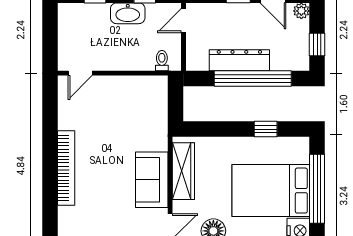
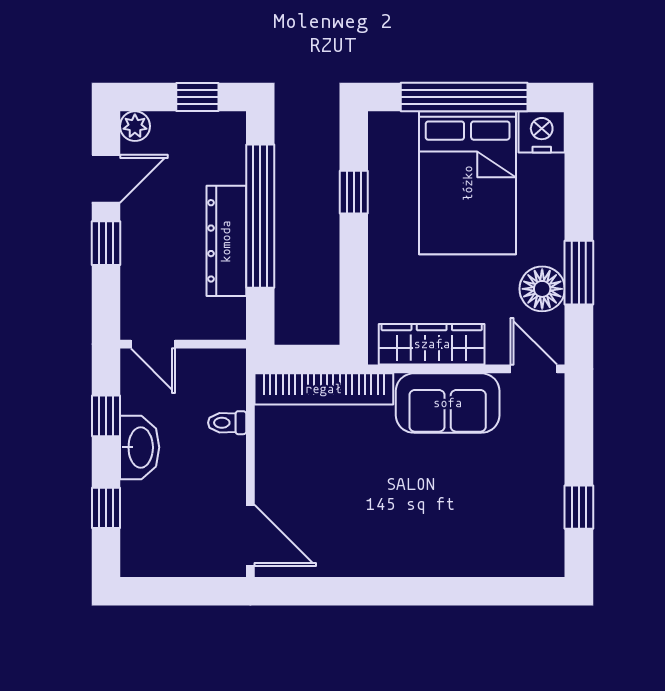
toilet: (162, 61) -> (227, 423), moved
door: (80, 73) -> (250, 535), width x1.38
bookcase: (66, 168) -> (324, 389), moved, turned 180

